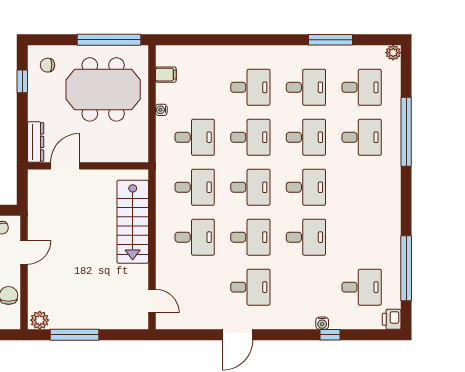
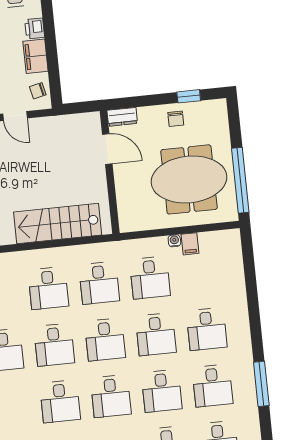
window: (330, 40) -> (261, 384), moved
chair: (47, 65) -> (176, 119), moved, turned 180
filing cabinet: (166, 75) -> (190, 244), moved
meeting table: (103, 89) -> (189, 179), turned 90
dresser: (36, 142) -> (122, 117), width x0.70

